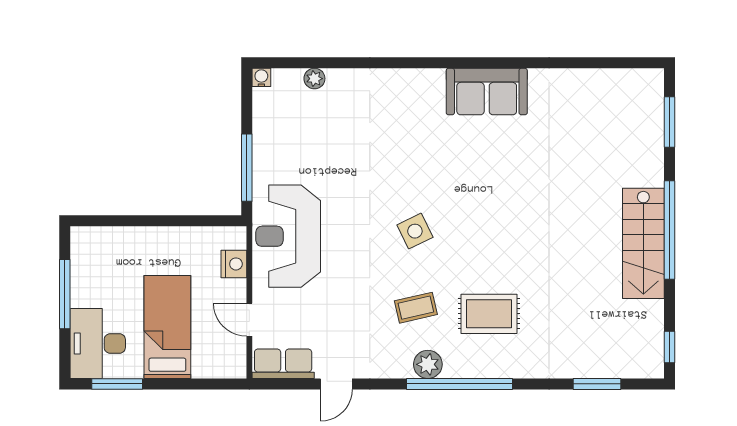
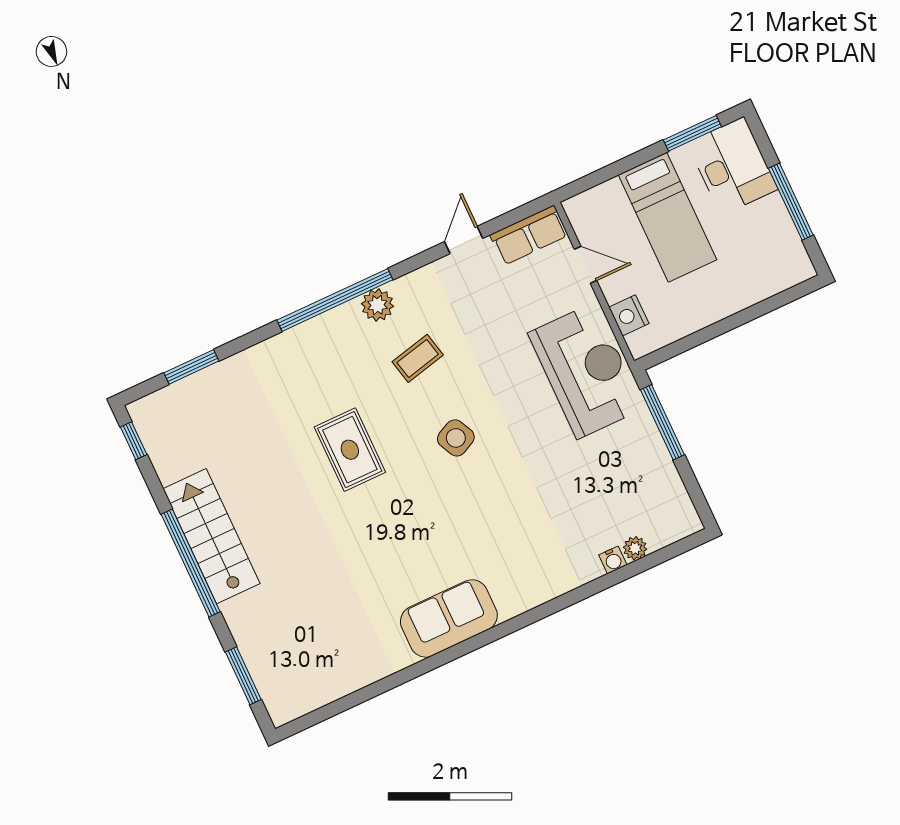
water cooler: (261, 77) -> (613, 560), moved
rug: (489, 314) -> (350, 450), moved, turned 90

